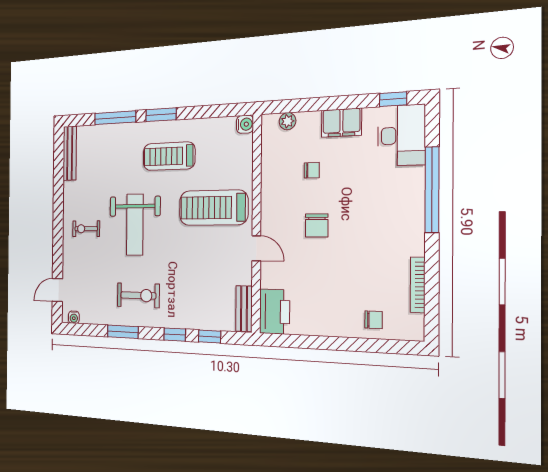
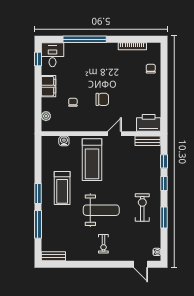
water cooler: (245, 124) -> (64, 141), moved
desk: (401, 135) -> (52, 55), width x0.73
bench: (70, 153) -> (53, 256), width x0.73

